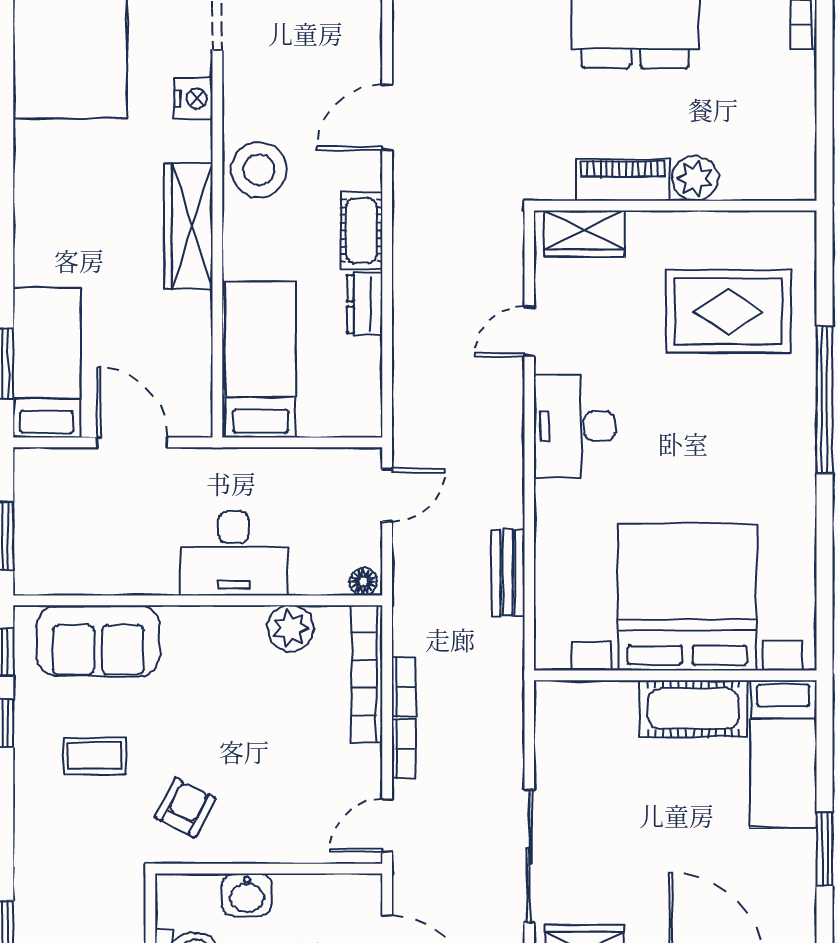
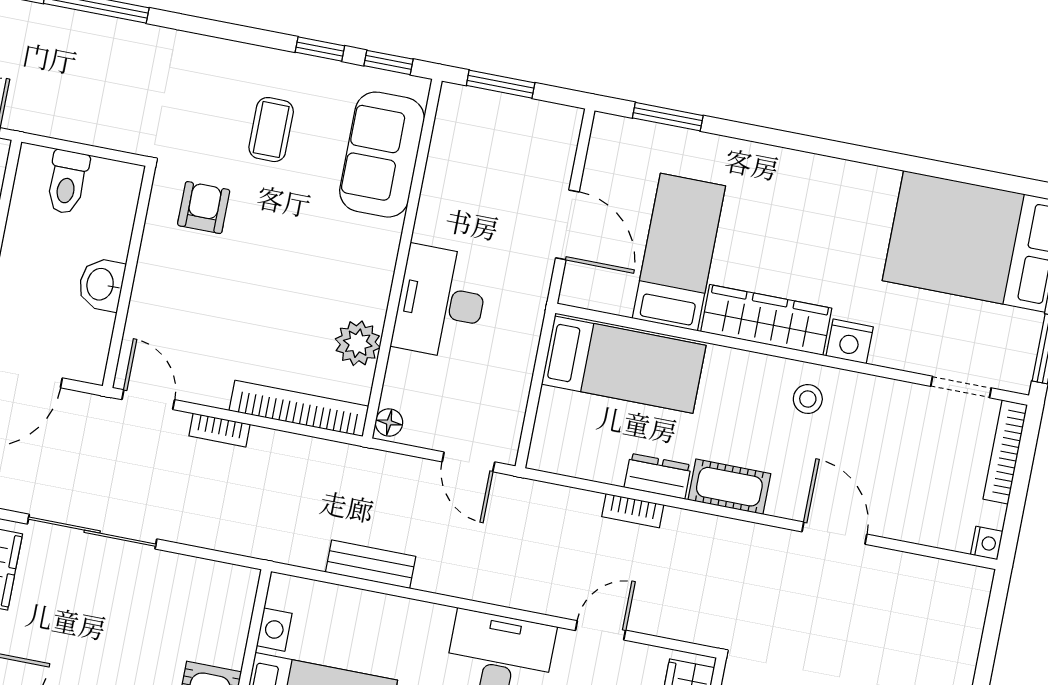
nightstand: (194, 98) -> (850, 341), moved
stool: (259, 170) -> (808, 399), width x0.53, depth x0.53
door: (529, 331) -> (601, 630), hinge flipped
bed: (47, 363) -> (679, 252), moved, turned -90
door: (132, 442) -> (567, 225), hinge flipped
bookcase: (404, 686) -> (633, 511), moved
armchair: (185, 808) -> (204, 208), turned -117
washbasin: (247, 895) -> (101, 284), moved

